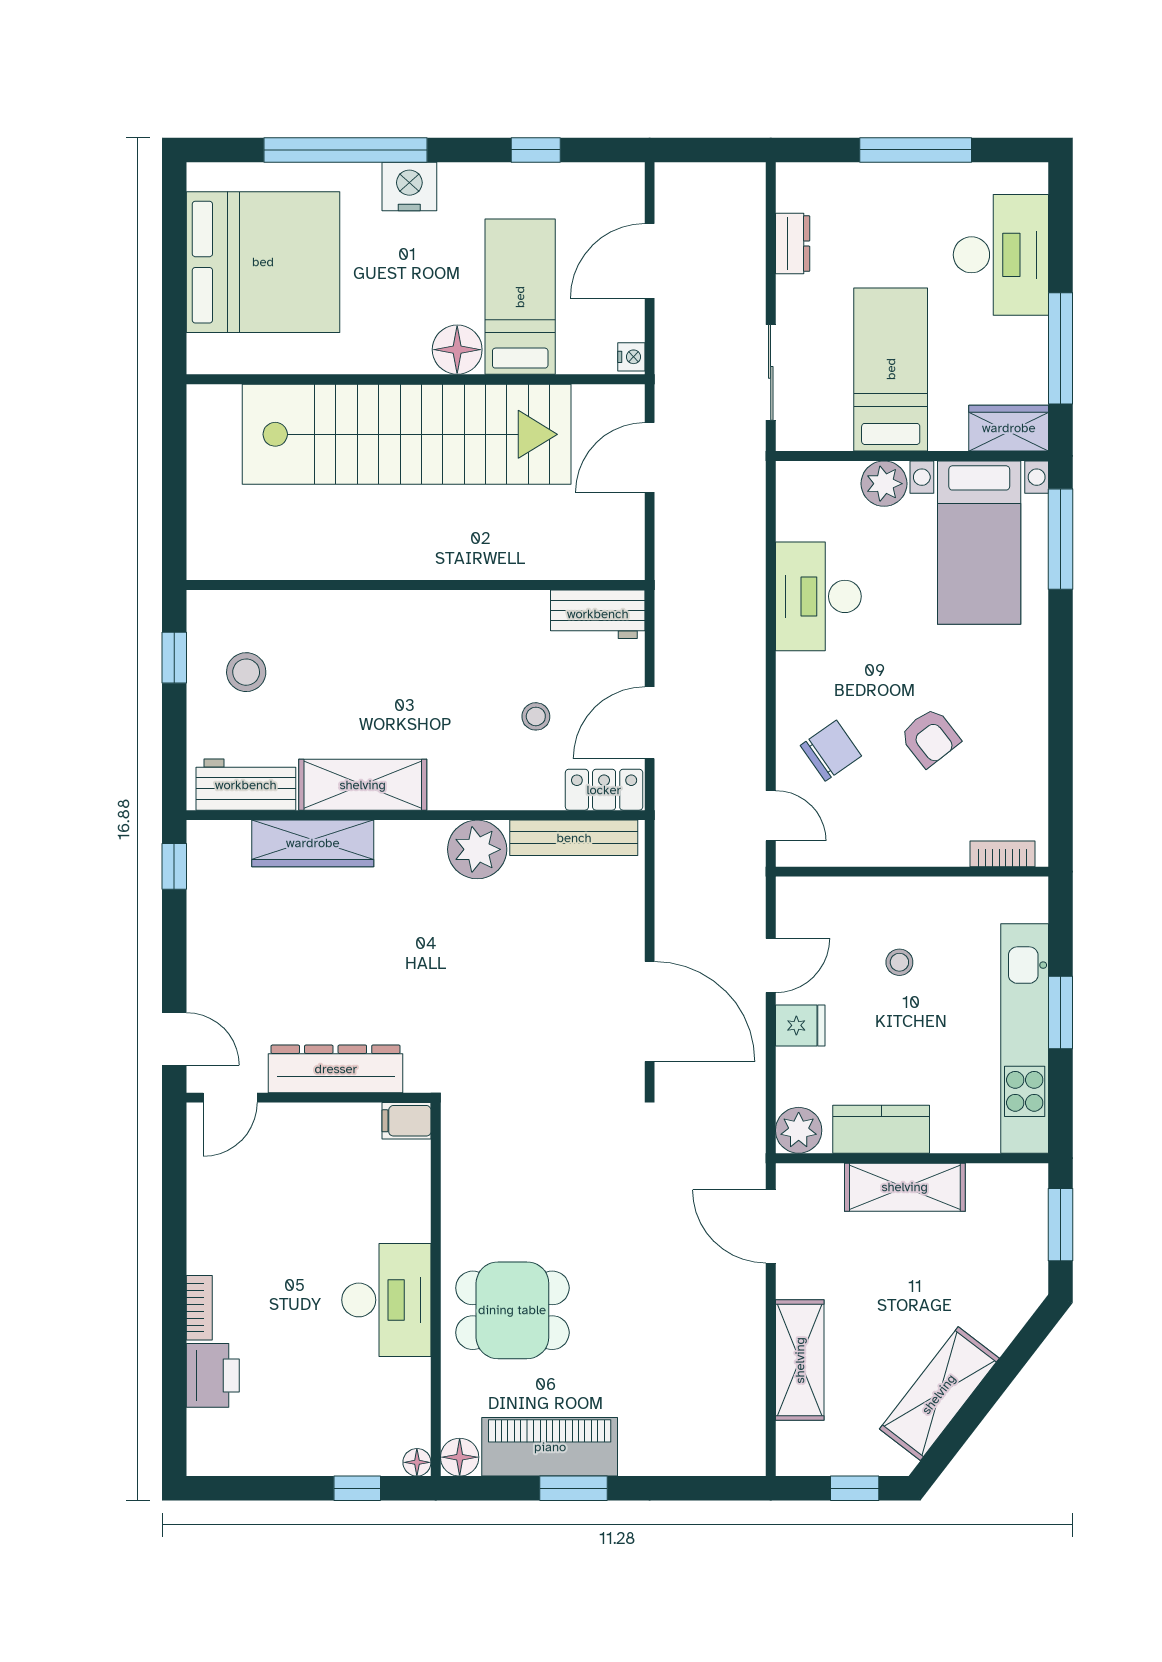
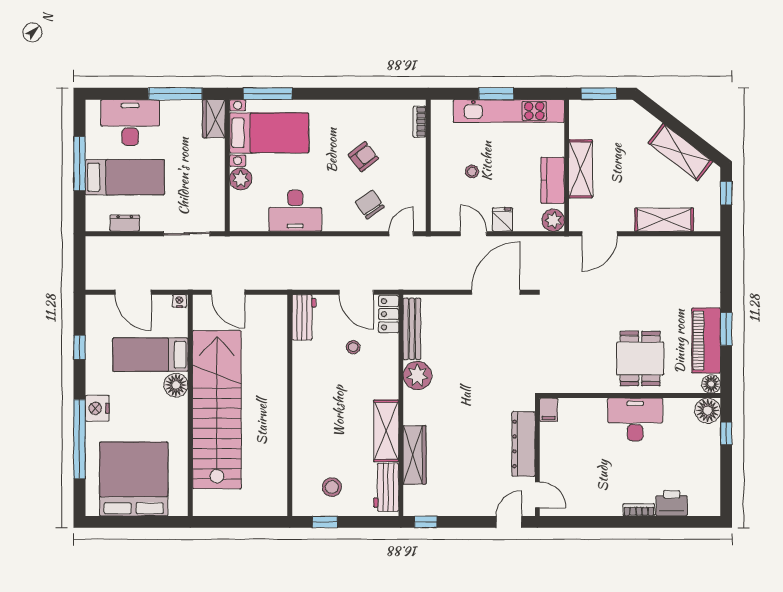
bed: (891, 369) -> (125, 177), moved, turned 180
floor lamp: (417, 1462) -> (708, 411), width x1.89, depth x1.89

